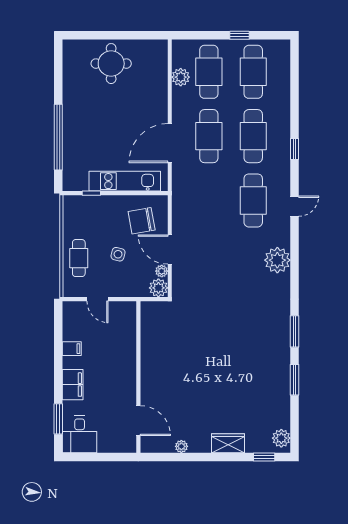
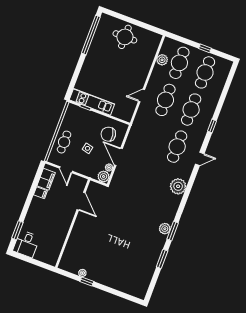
window: (58, 137) -> (91, 35), moved
door: (170, 143) -> (141, 95), width x0.53
kitchen unit: (125, 181) -> (92, 102), moved
filing cabinet: (73, 385) -> (46, 179), moved
door: (138, 421) -> (81, 201), moved
plant: (281, 438) -> (165, 229), moved
wardrobe: (228, 443) -> (110, 281), removed
window: (264, 457) -> (87, 281), moved

